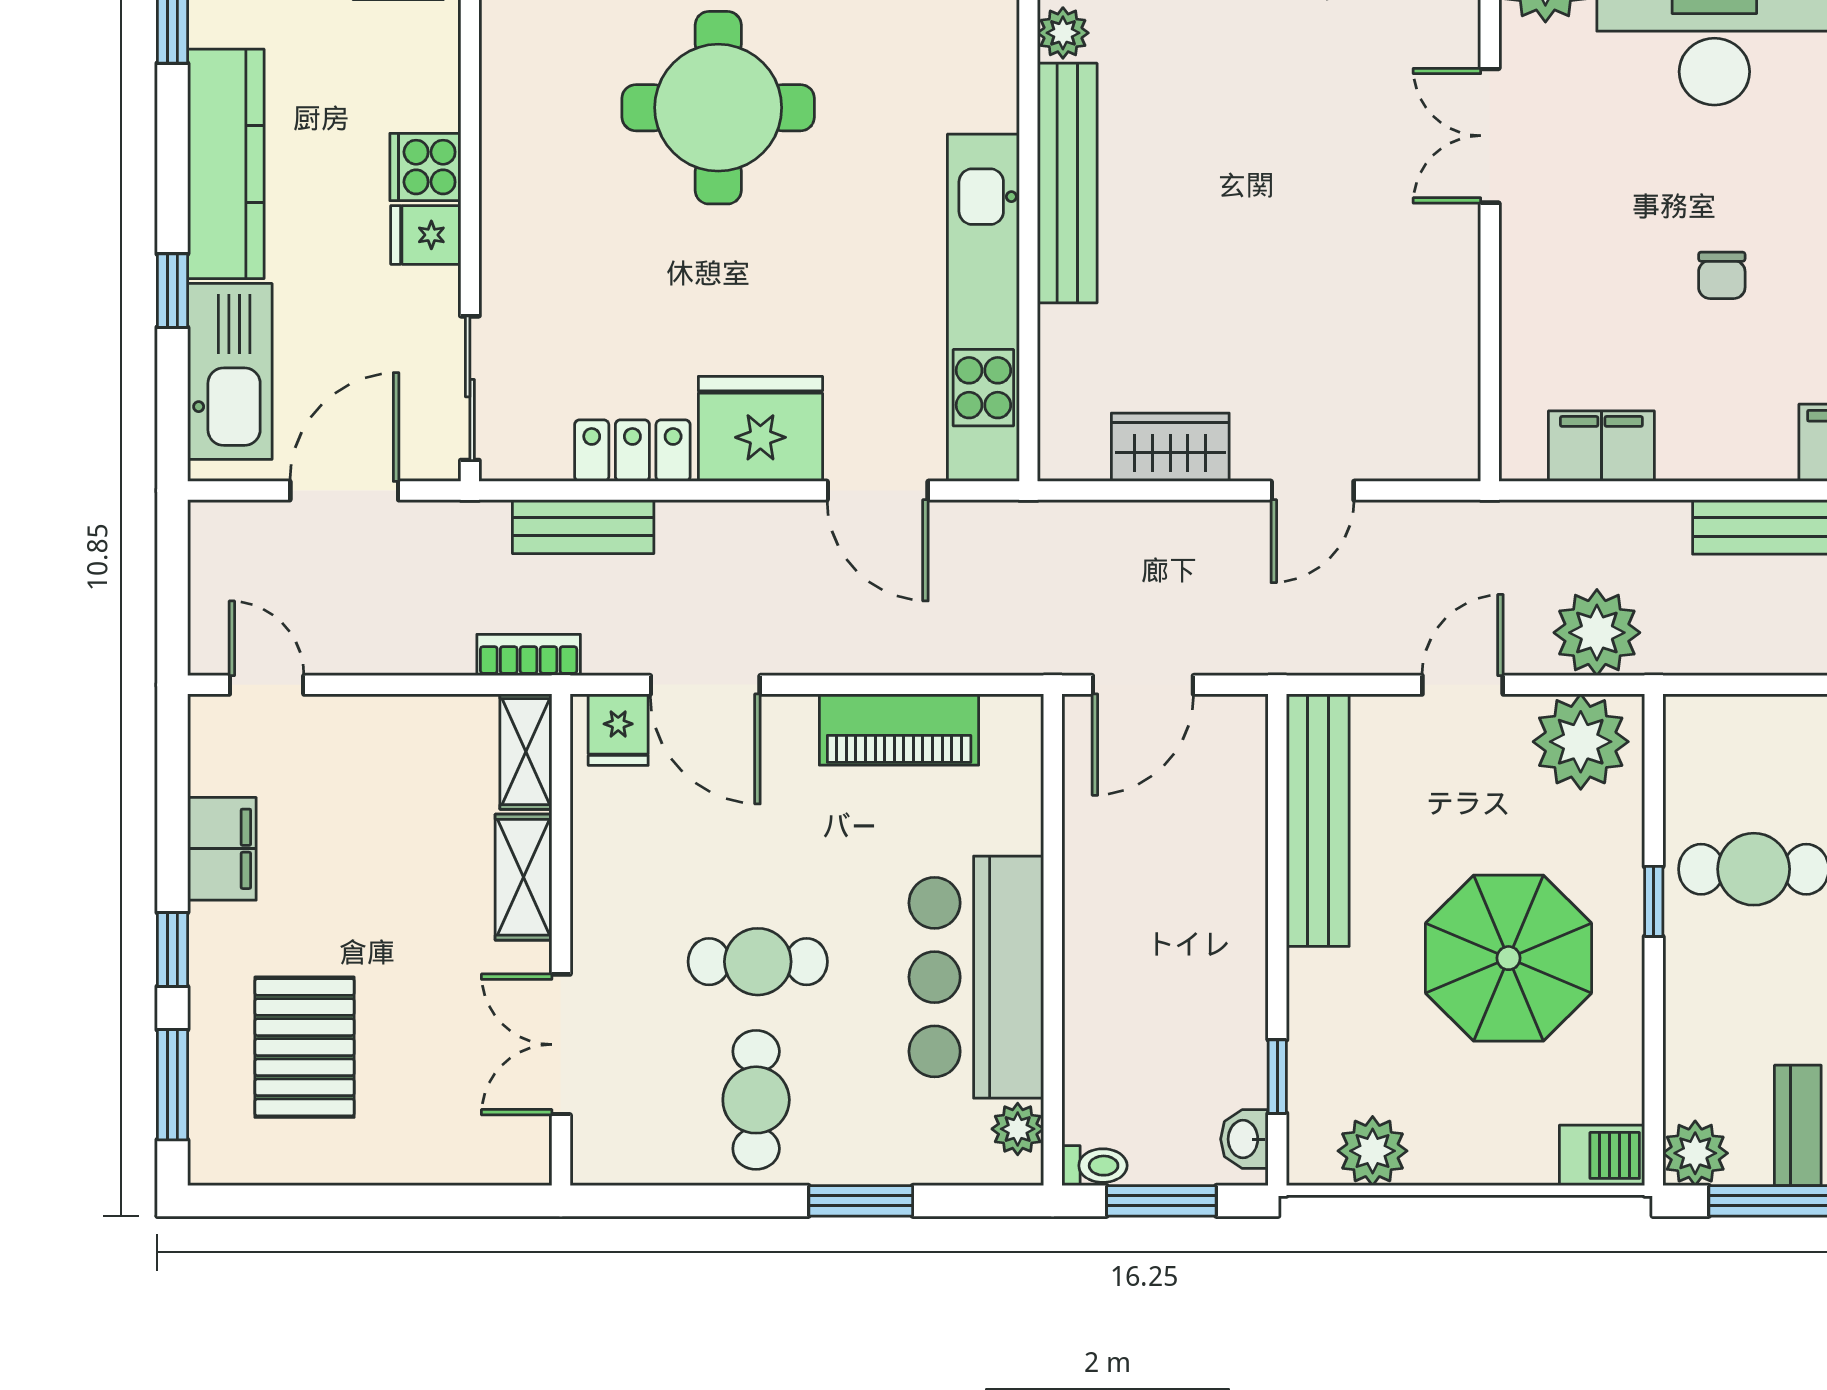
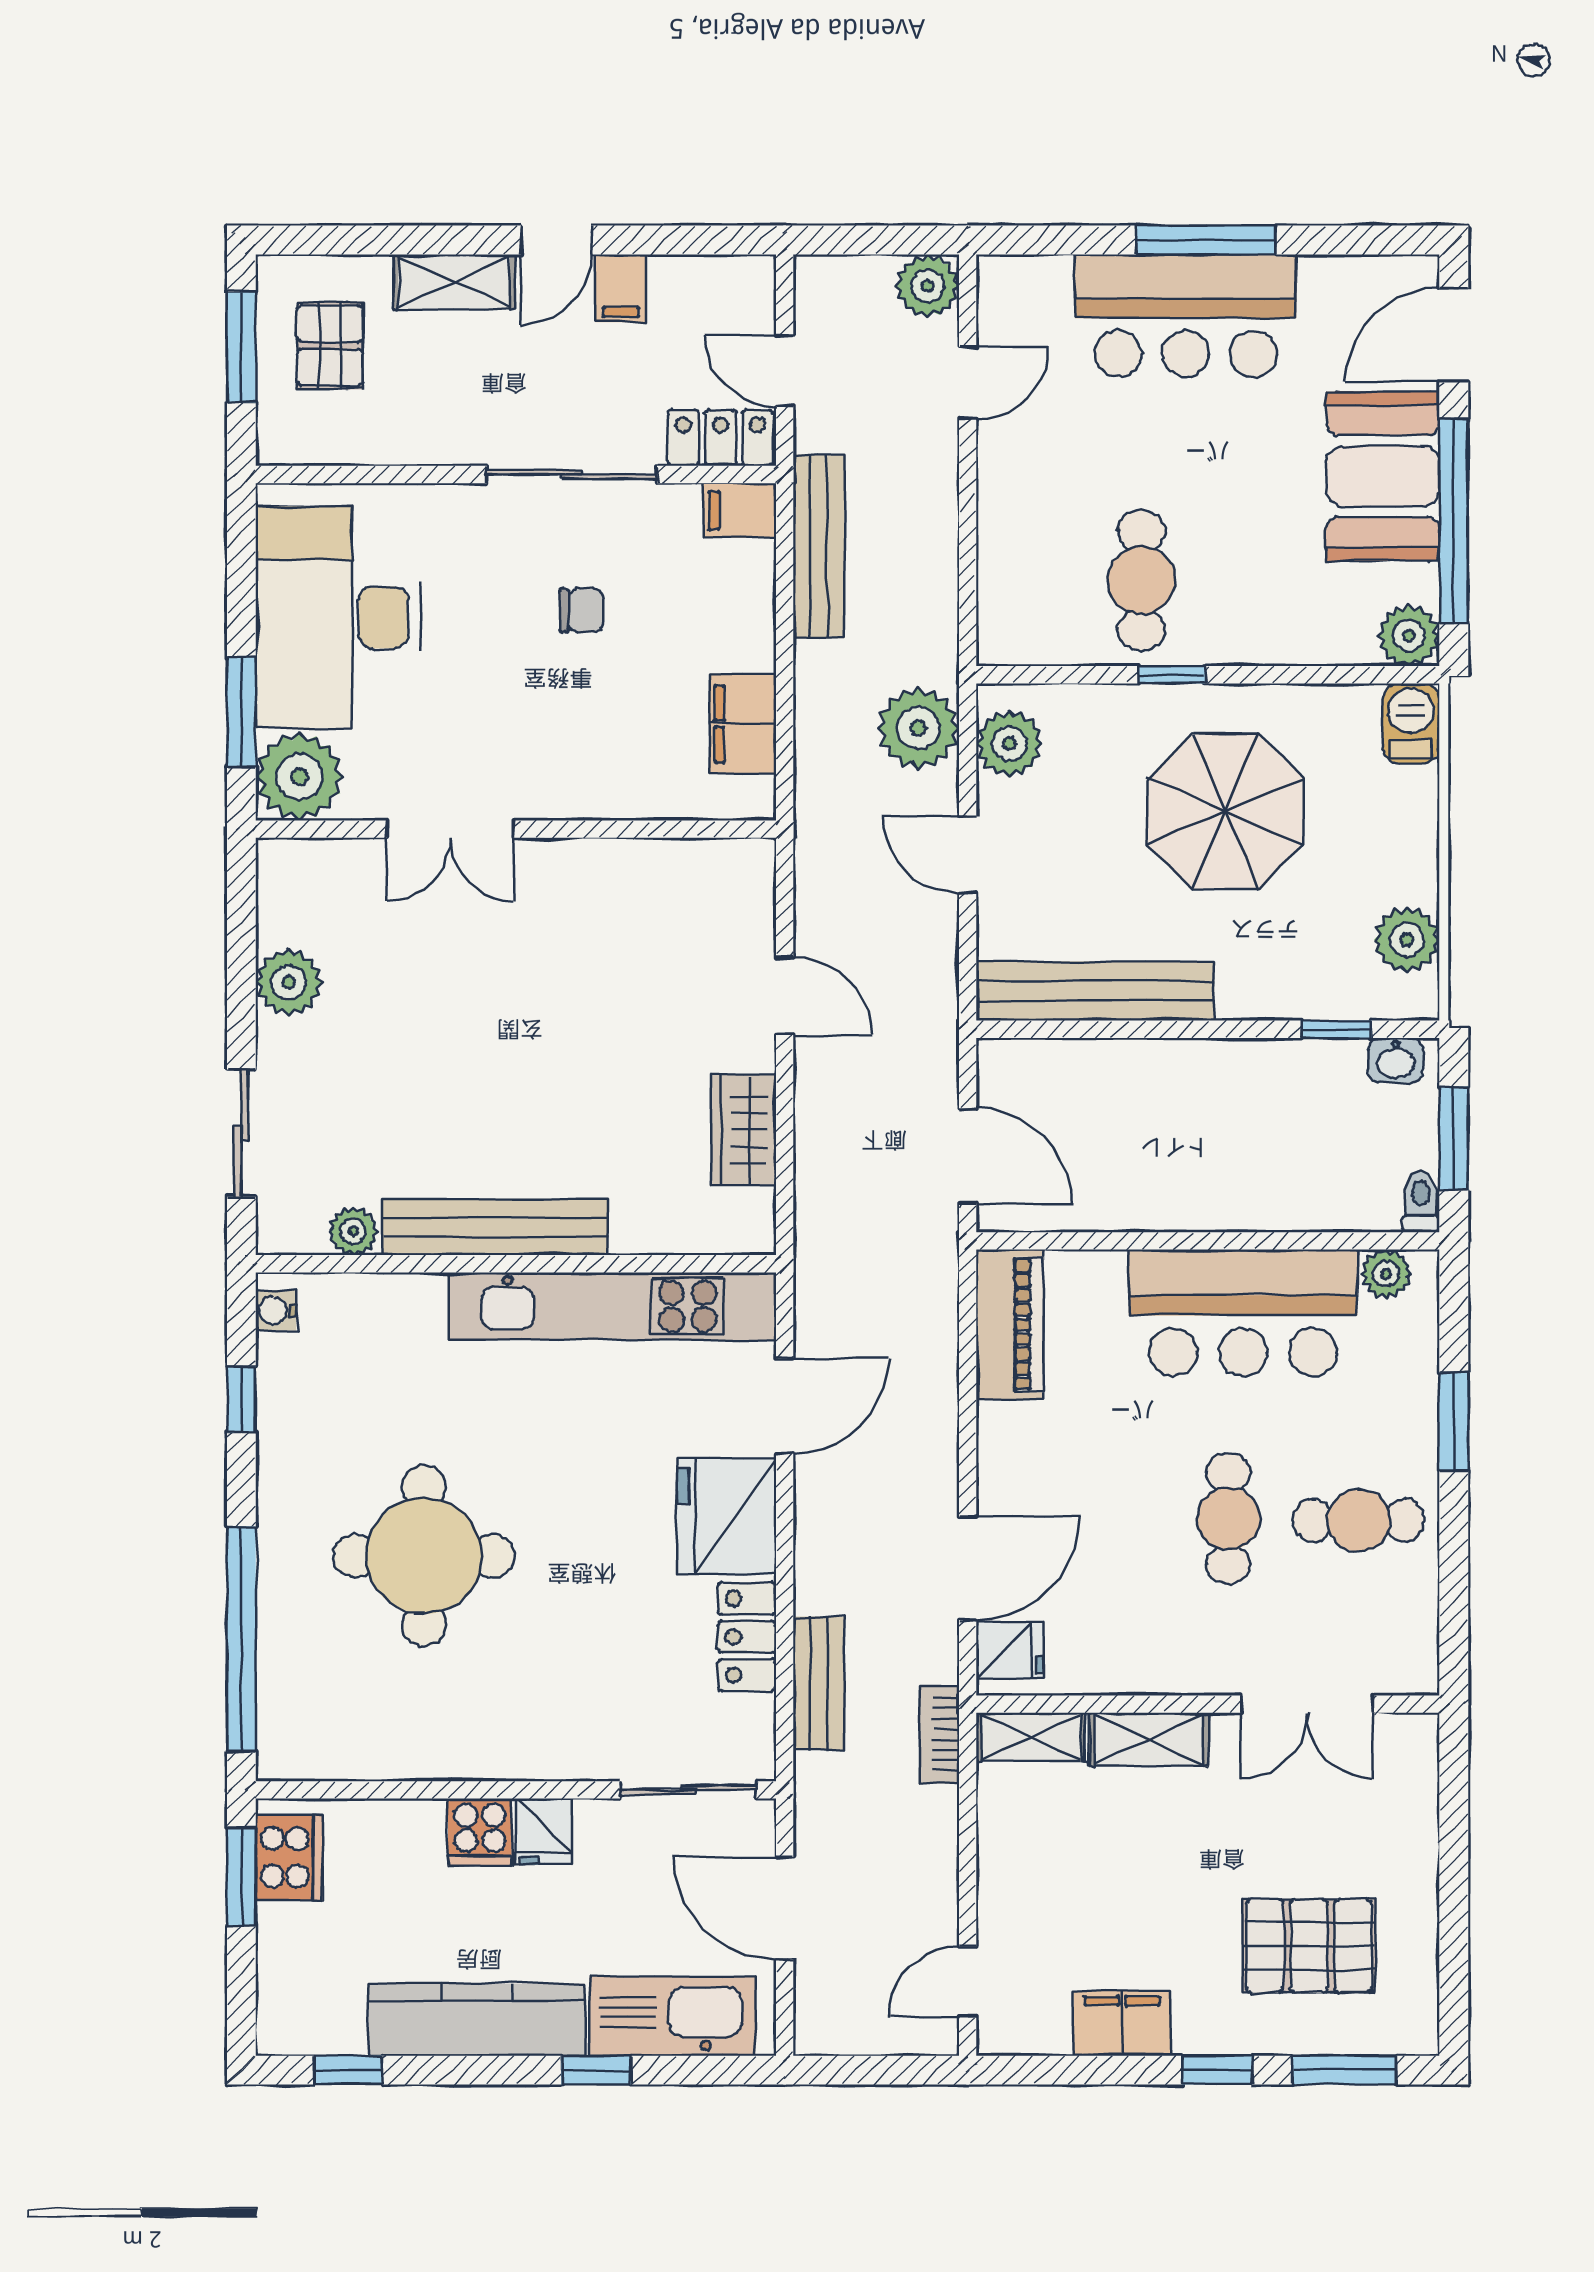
piano: (899, 730) -> (1010, 1325), moved
plant: (1581, 742) -> (1009, 743), width x0.73, depth x0.73

